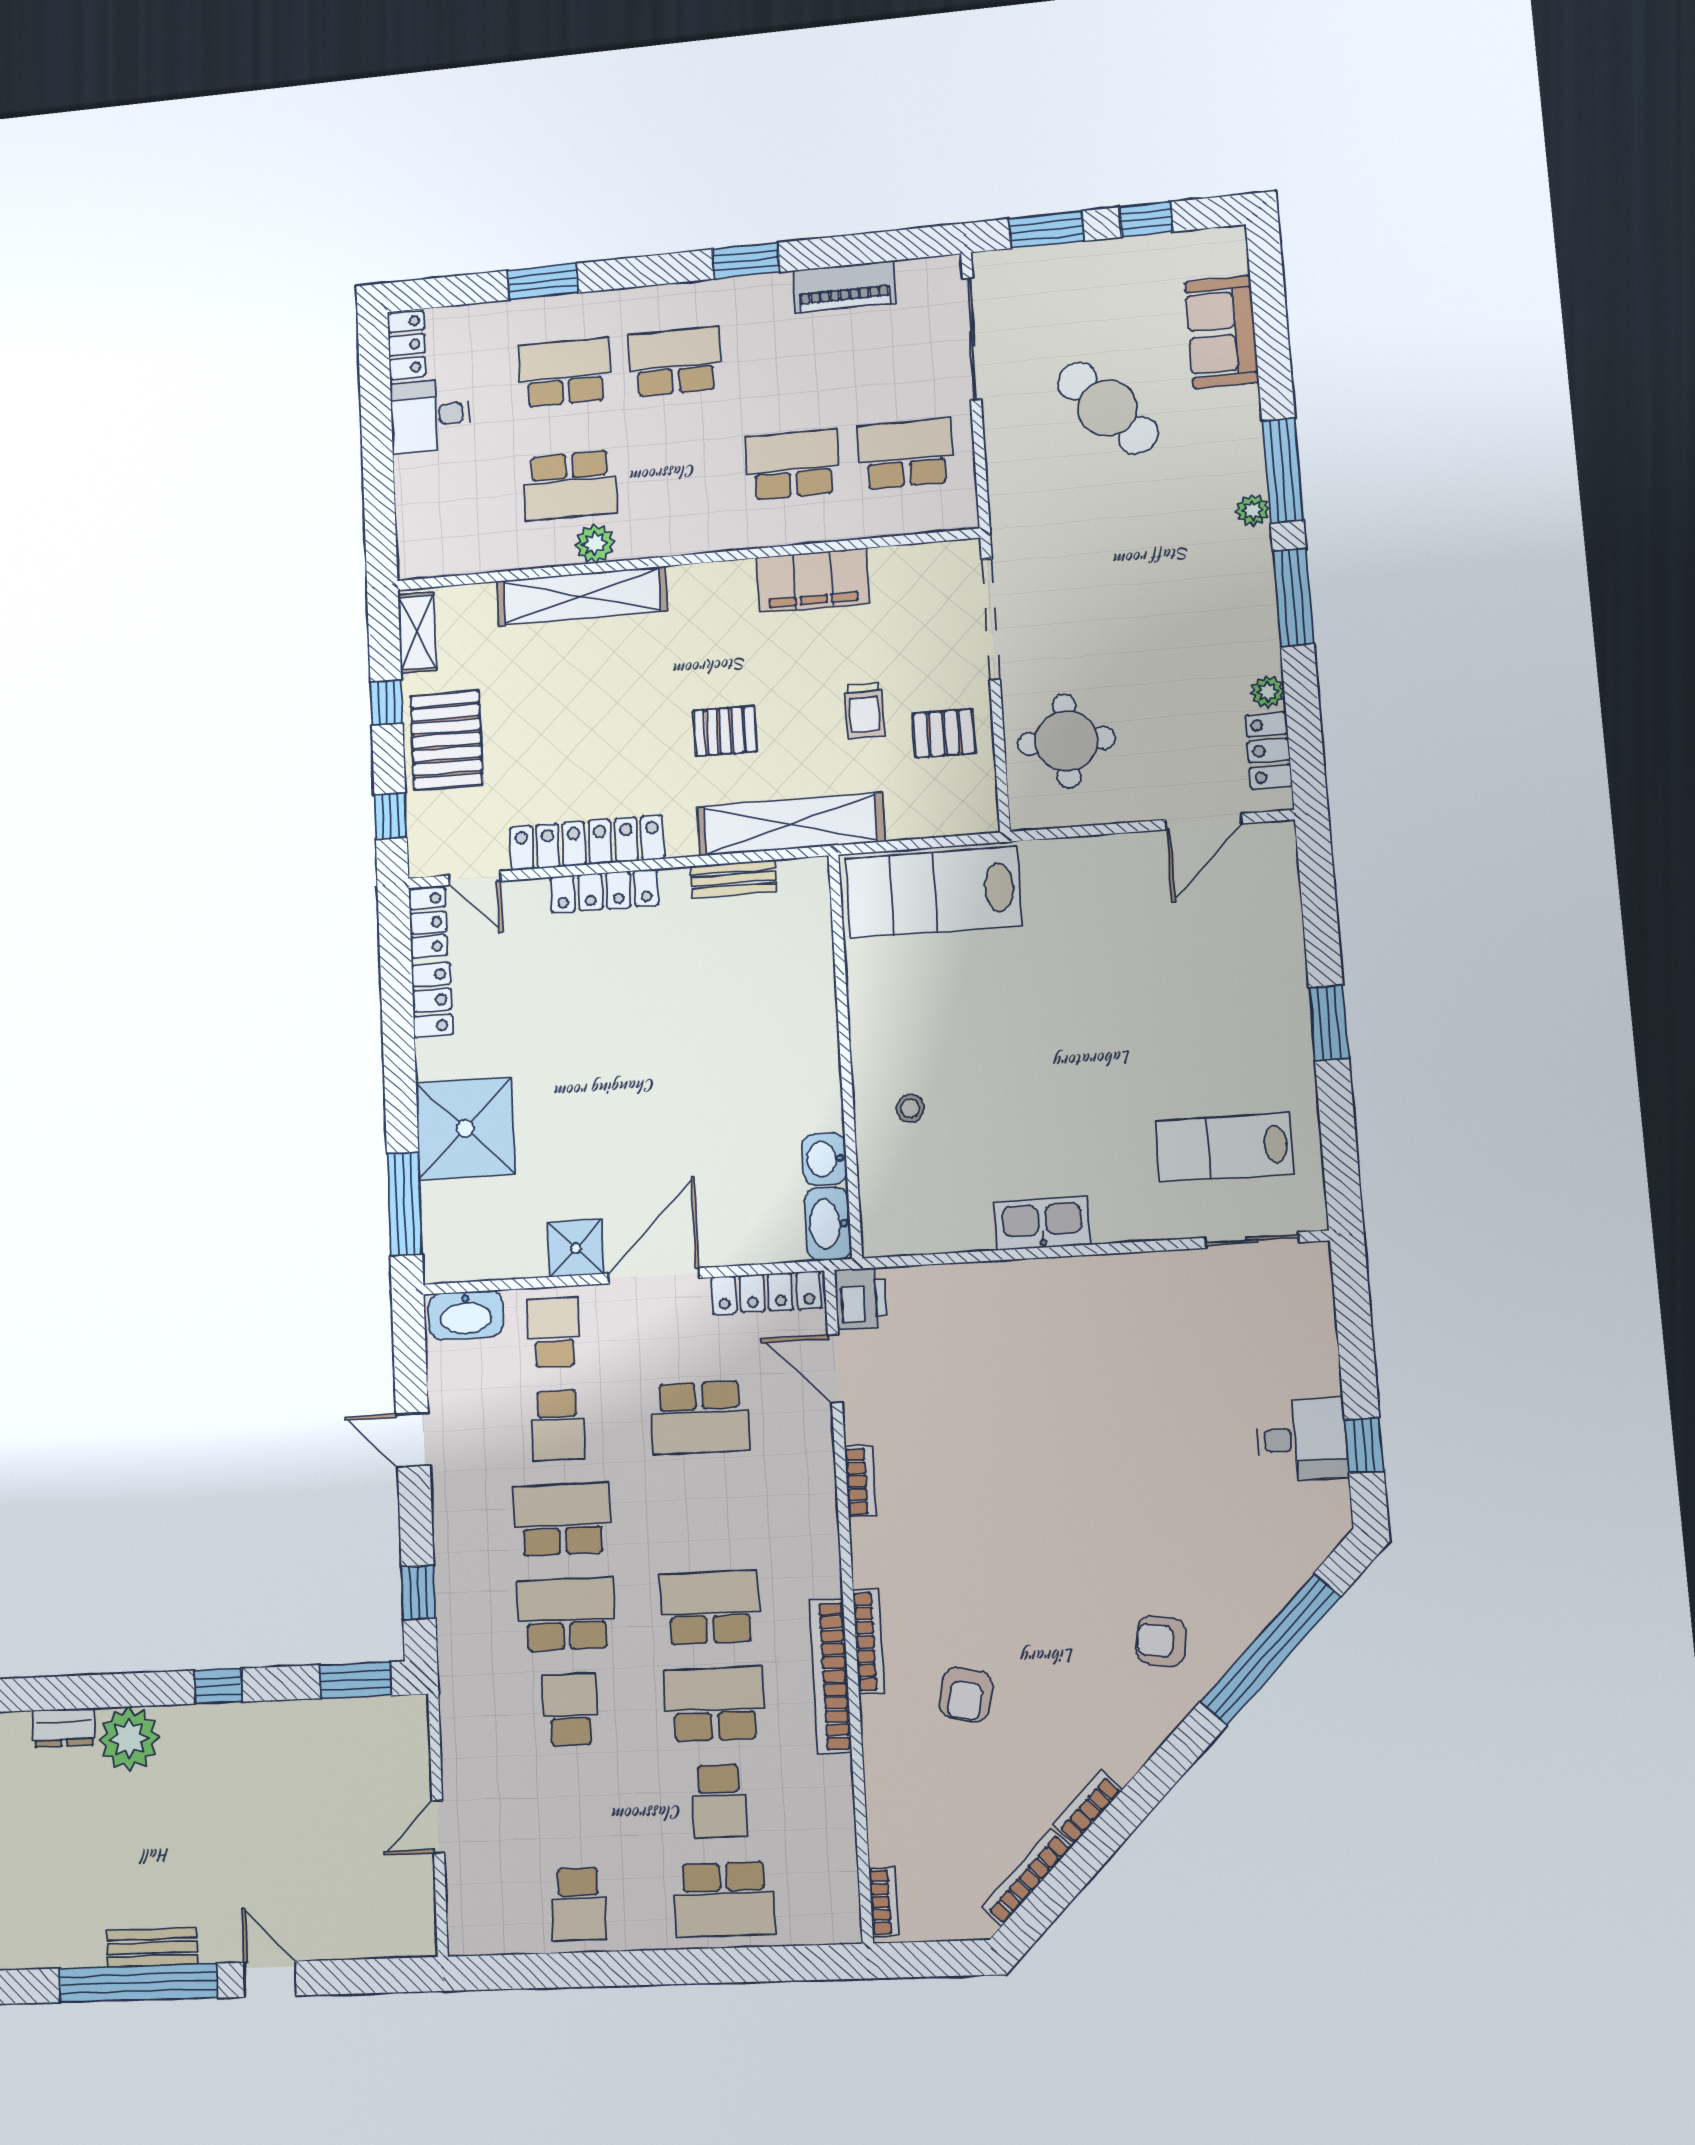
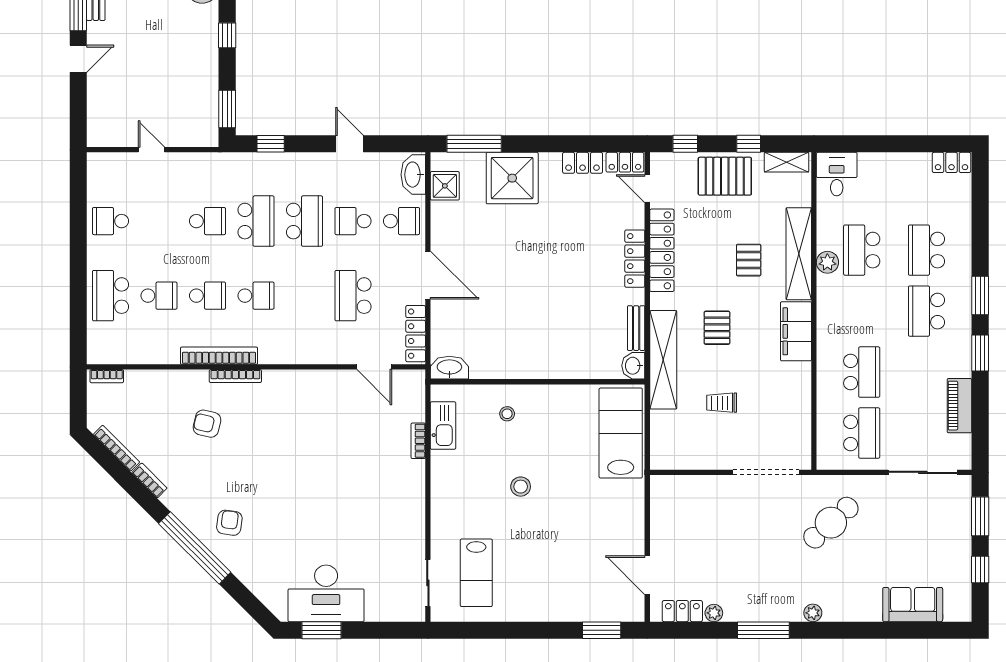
window: (543, 282) -> (980, 296), moved
school desk: (675, 362) -> (926, 311), turned 180
school desk: (565, 372) -> (926, 250), turned 180
cafe table: (1108, 408) -> (831, 523), moved
desk: (430, 415) -> (837, 174), moved
window: (1283, 470) -> (833, 630), removed
filing cabinet: (813, 580) -> (796, 331), moved
pallet: (944, 733) -> (749, 260), moved
round table: (1066, 741) -> (696, 508), removed
door: (475, 878) -> (647, 189), hinge flipped
window: (1329, 1023) -> (602, 630), moved
stool: (1049, 1073) -> (521, 487), added
lab bench: (1224, 1147) -> (476, 573), turned 180
washbasin: (825, 1159) -> (633, 366), moved, turned -90
kitchen sink: (1042, 1223) -> (443, 426), moved
shower: (576, 1248) -> (445, 186), moved
printer: (861, 1299) -> (410, 382), removed
door: (835, 1369) -> (374, 367), swing flipped
desk: (1302, 1439) -> (326, 593), width x1.87, depth x1.30
door: (413, 1440) -> (349, 144), hinge flipped
window: (1364, 1445) -> (321, 630), width x1.50
bookcase: (860, 1481) -> (418, 441), moved, turned 90
school desk: (709, 1608) -> (256, 296), width x0.54
window: (1270, 1649) -> (195, 548), moved
school desk: (714, 1704) -> (207, 296), width x0.54
school desk: (719, 1801) -> (159, 296), turned 180

